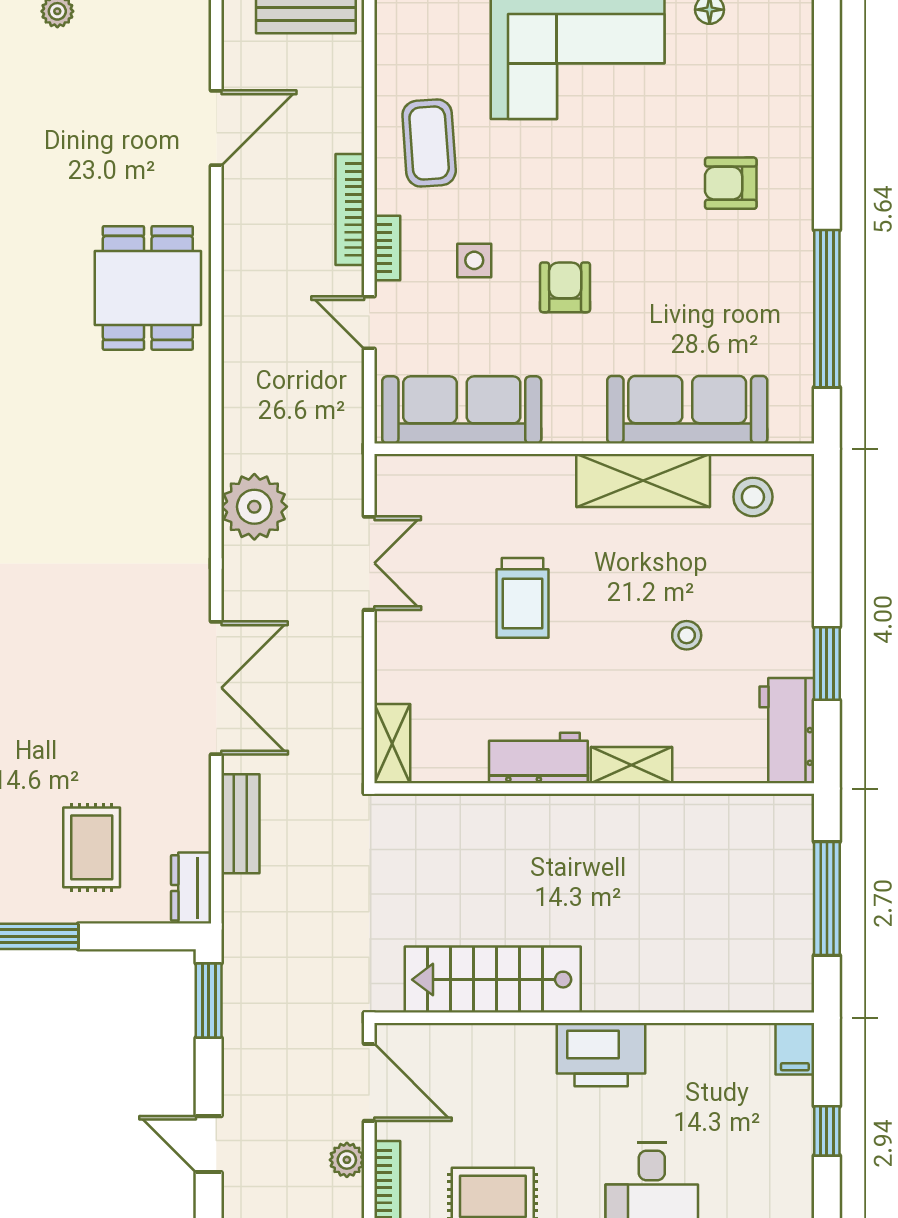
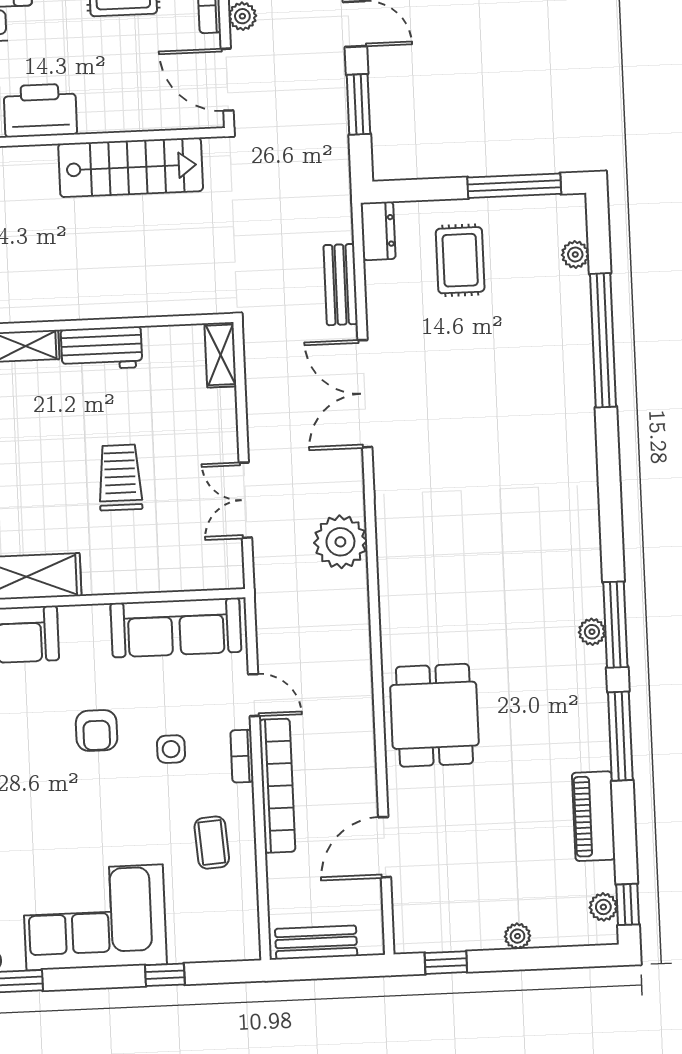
coffee table: (429, 143) -> (212, 843), width x0.73, depth x0.77
bookcase: (350, 210) -> (277, 786), width x1.48, depth x1.31
window: (209, 1001) -> (358, 104), moved

